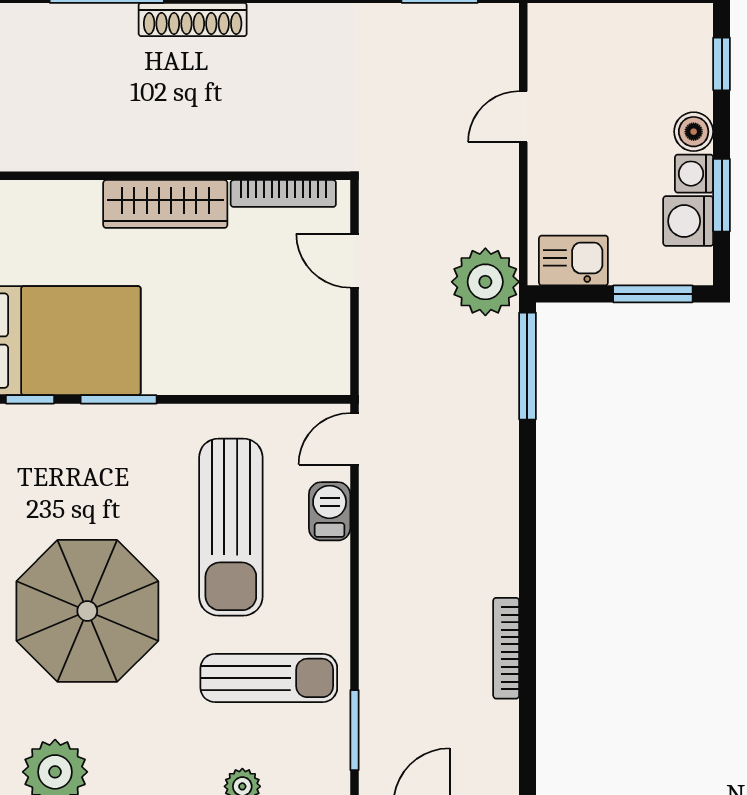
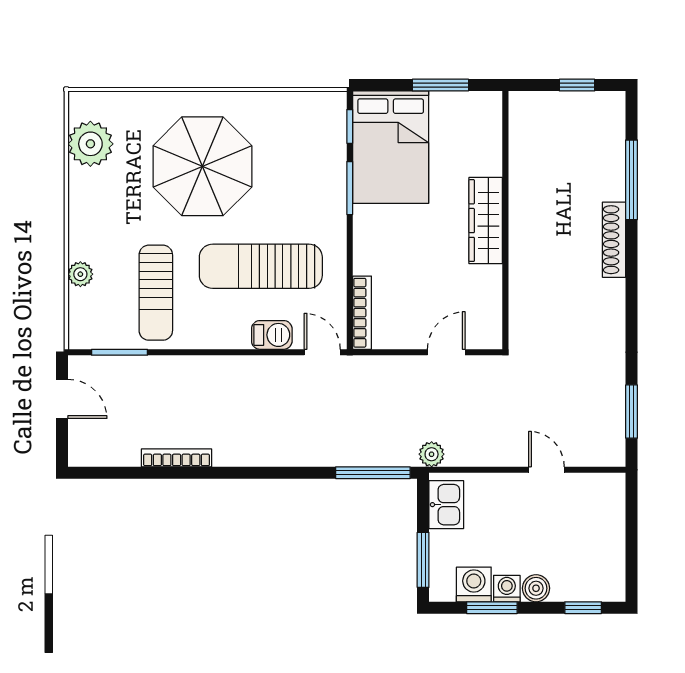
bookcase: (283, 193) -> (362, 313), moved, turned 180
plant: (485, 282) -> (432, 454), width x0.53, depth x0.53

